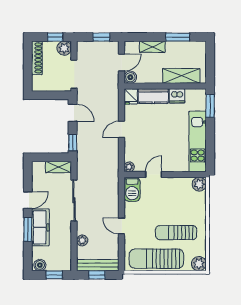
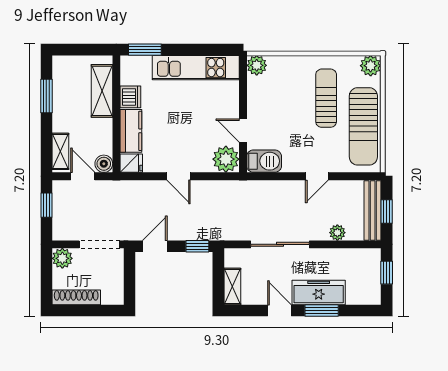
window: (55, 37) -> (46, 271), removed
shelving: (152, 47) -> (60, 151), moved
shelving: (59, 167) -> (232, 286), moved
plant: (129, 167) -> (226, 159), width x1.87, depth x1.87
sun lounger: (176, 233) -> (326, 98), turned 180
boiler: (40, 265) -> (373, 293), removed

